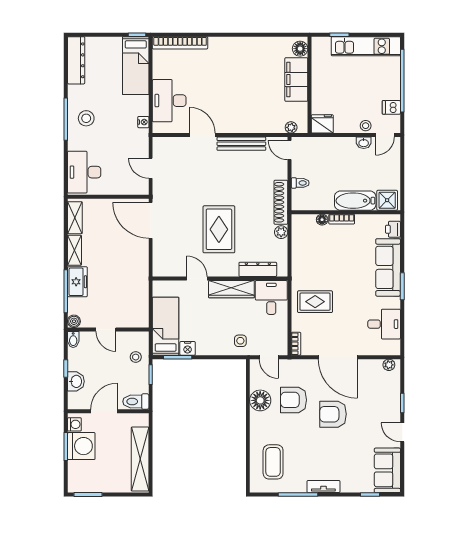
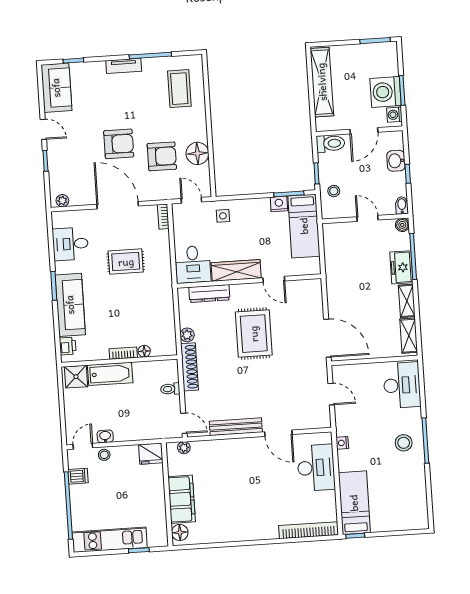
dresser: (76, 60) -> (419, 504), removed
rug: (315, 302) -> (126, 262), moved

